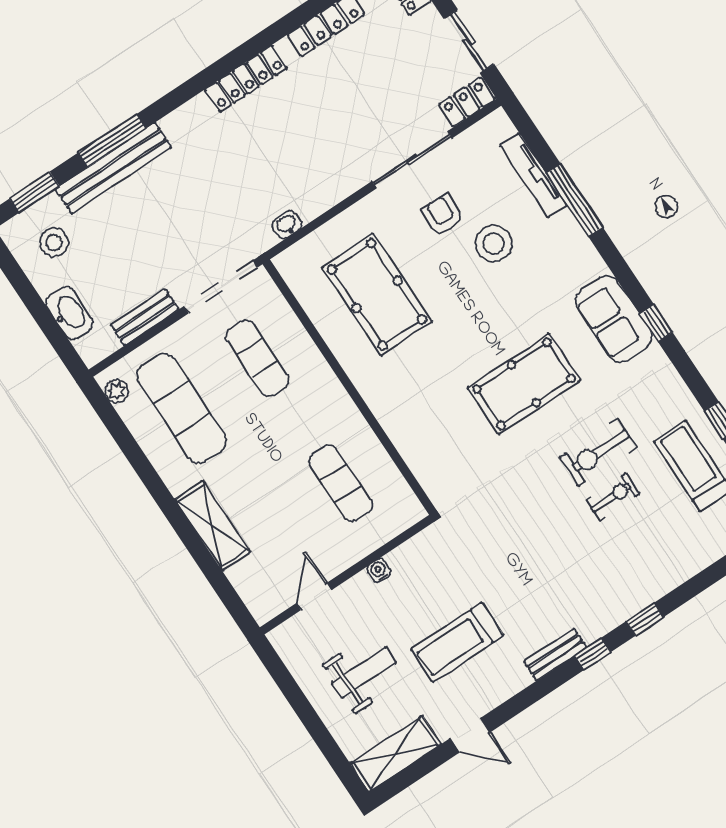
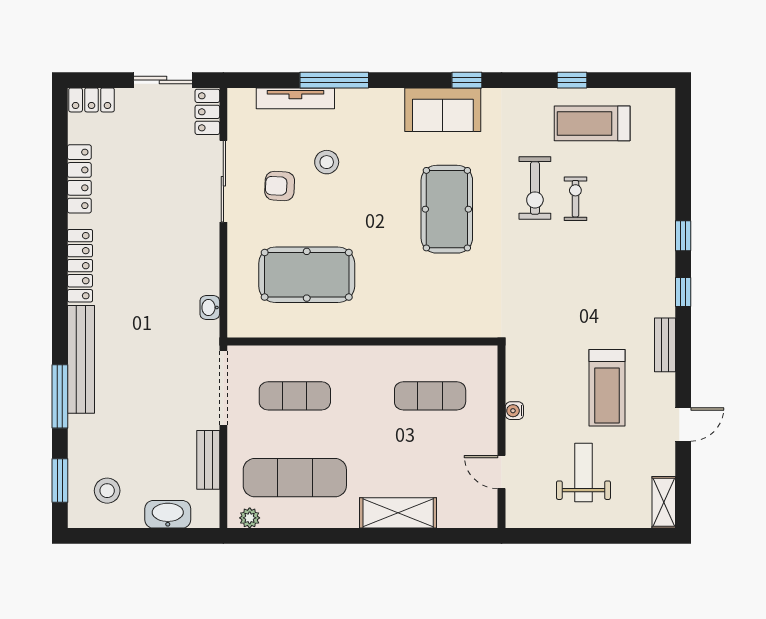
bench: (113, 168) -> (81, 359), moved
stool: (494, 244) -> (327, 162), width x0.73, depth x0.73
bench: (555, 655) -> (665, 345), moved
shelving: (395, 754) -> (664, 502), width x0.67, depth x0.75

